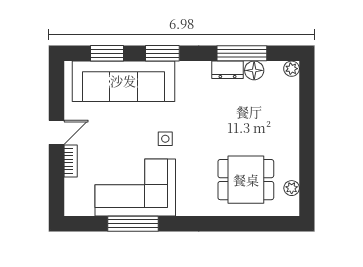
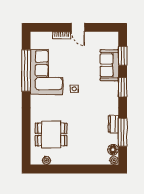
floor lamp: (254, 70) -> (113, 150), moved
sofa: (123, 81) -> (109, 65), width x0.54, depth x0.79
dining table: (246, 180) -> (51, 134), turned 90
window: (133, 224) -> (26, 71), width x1.46

